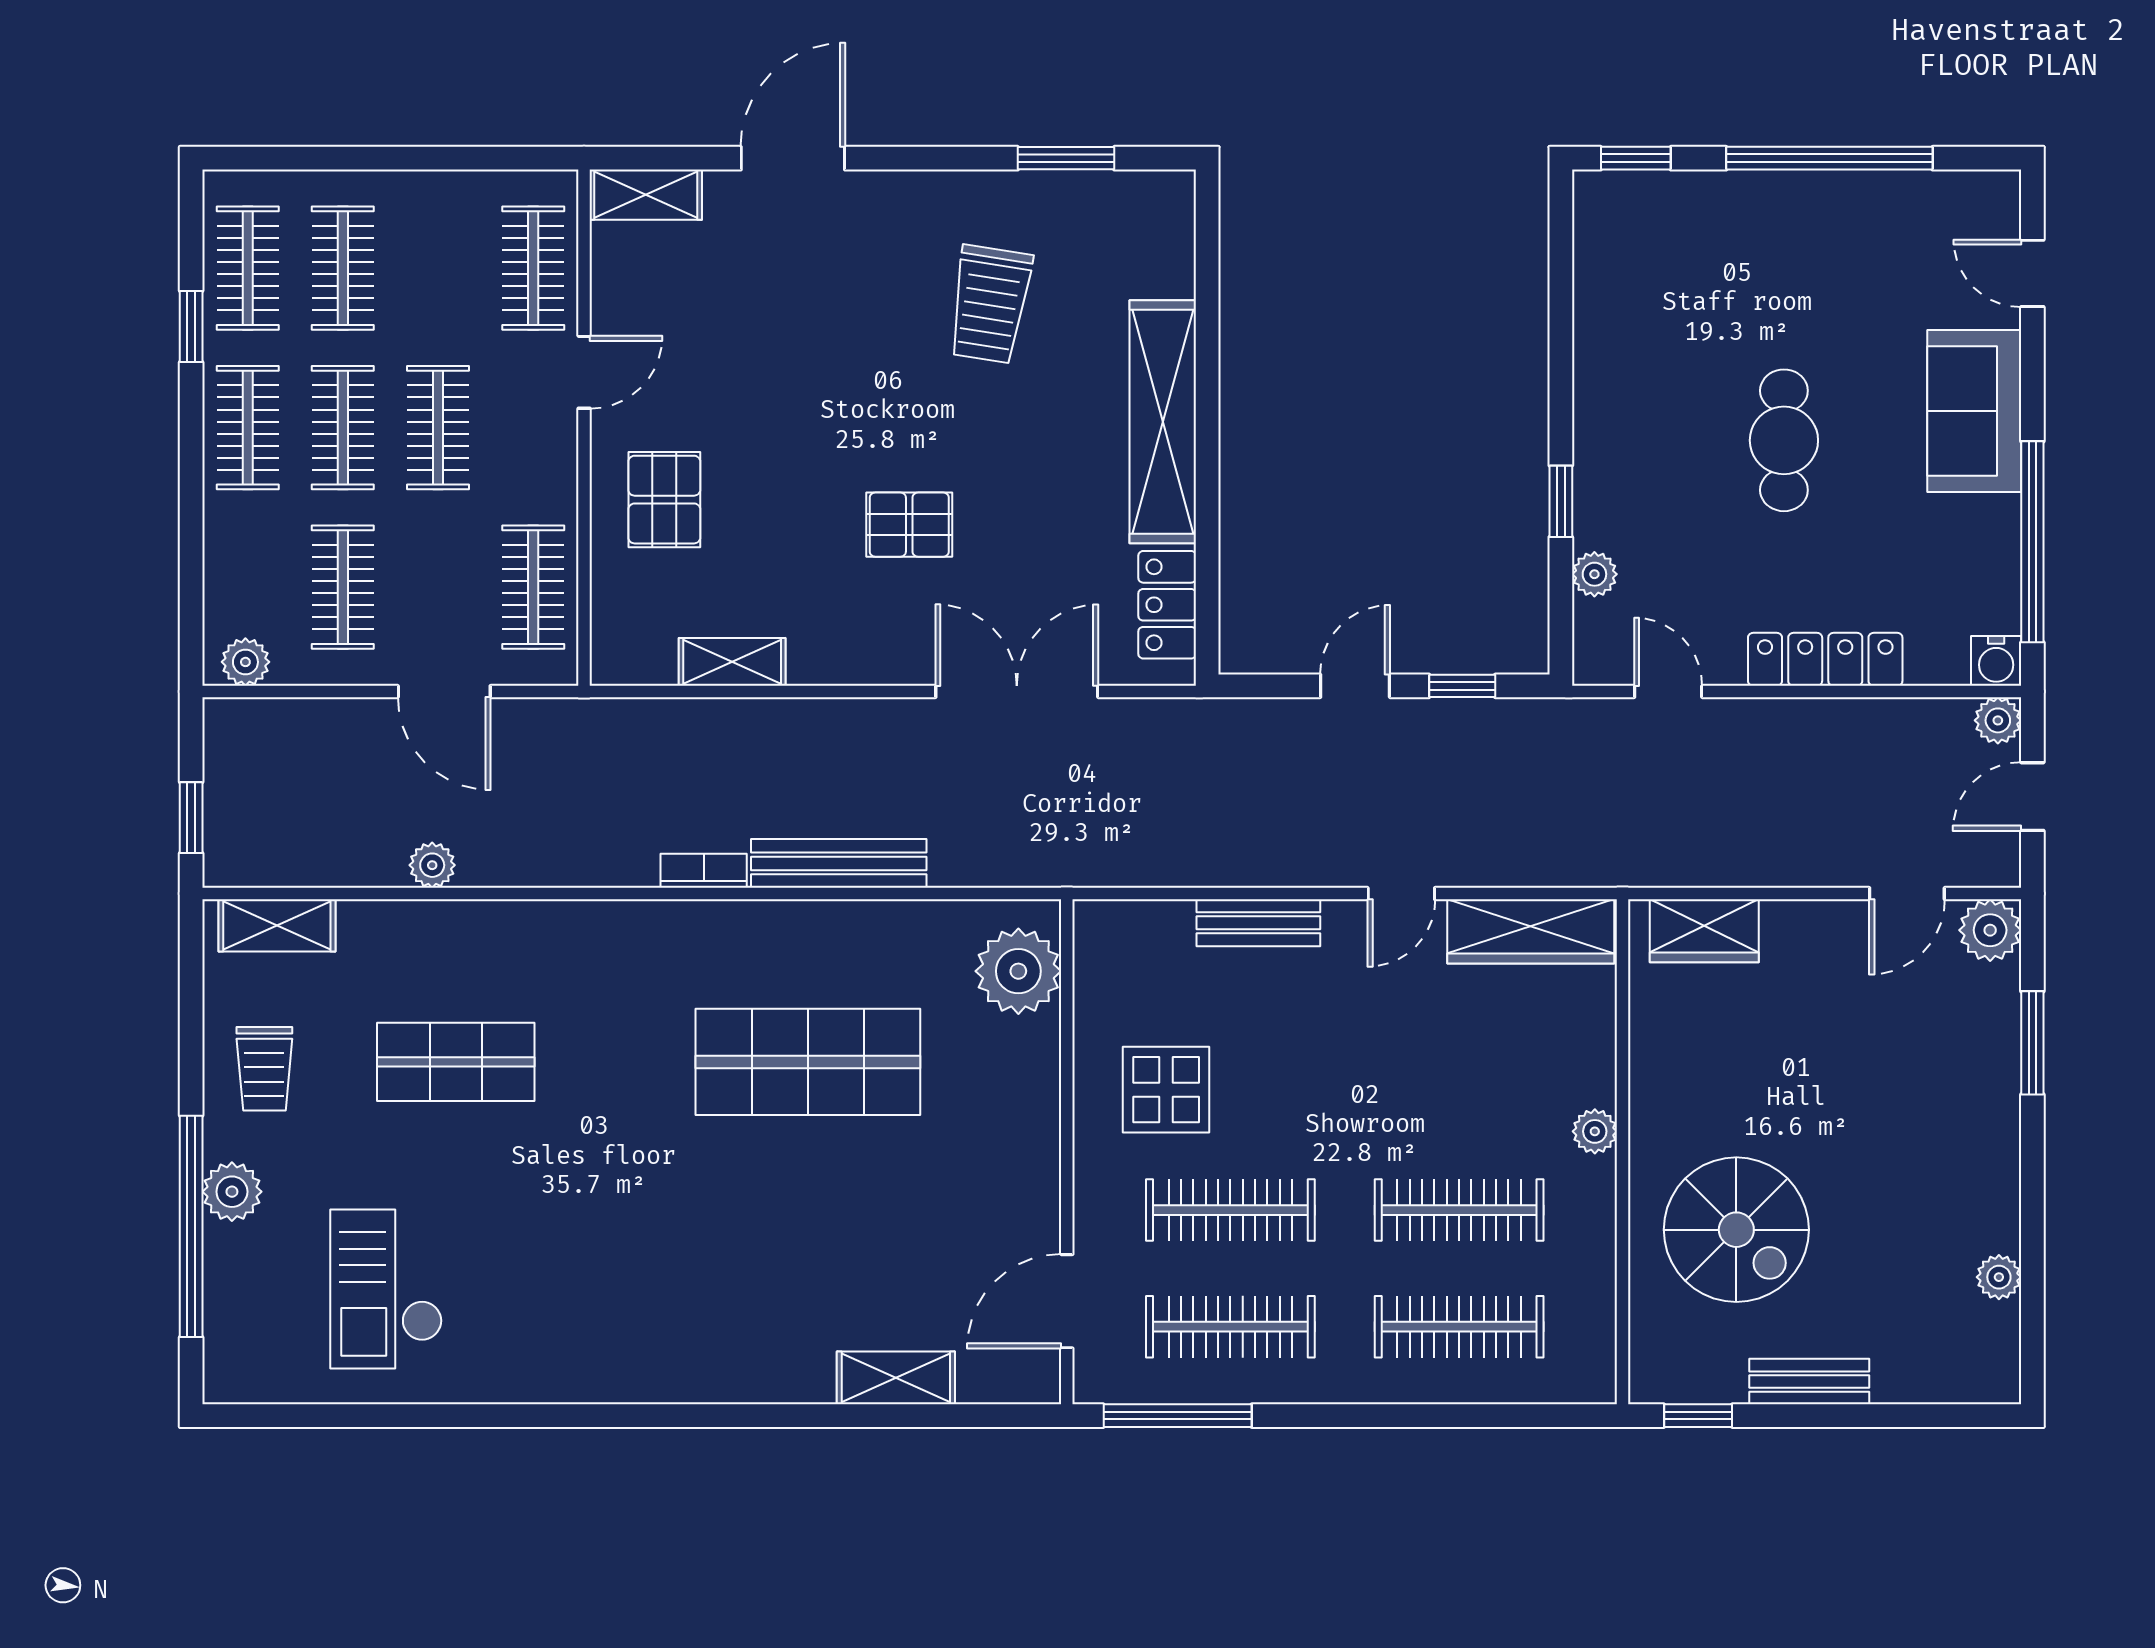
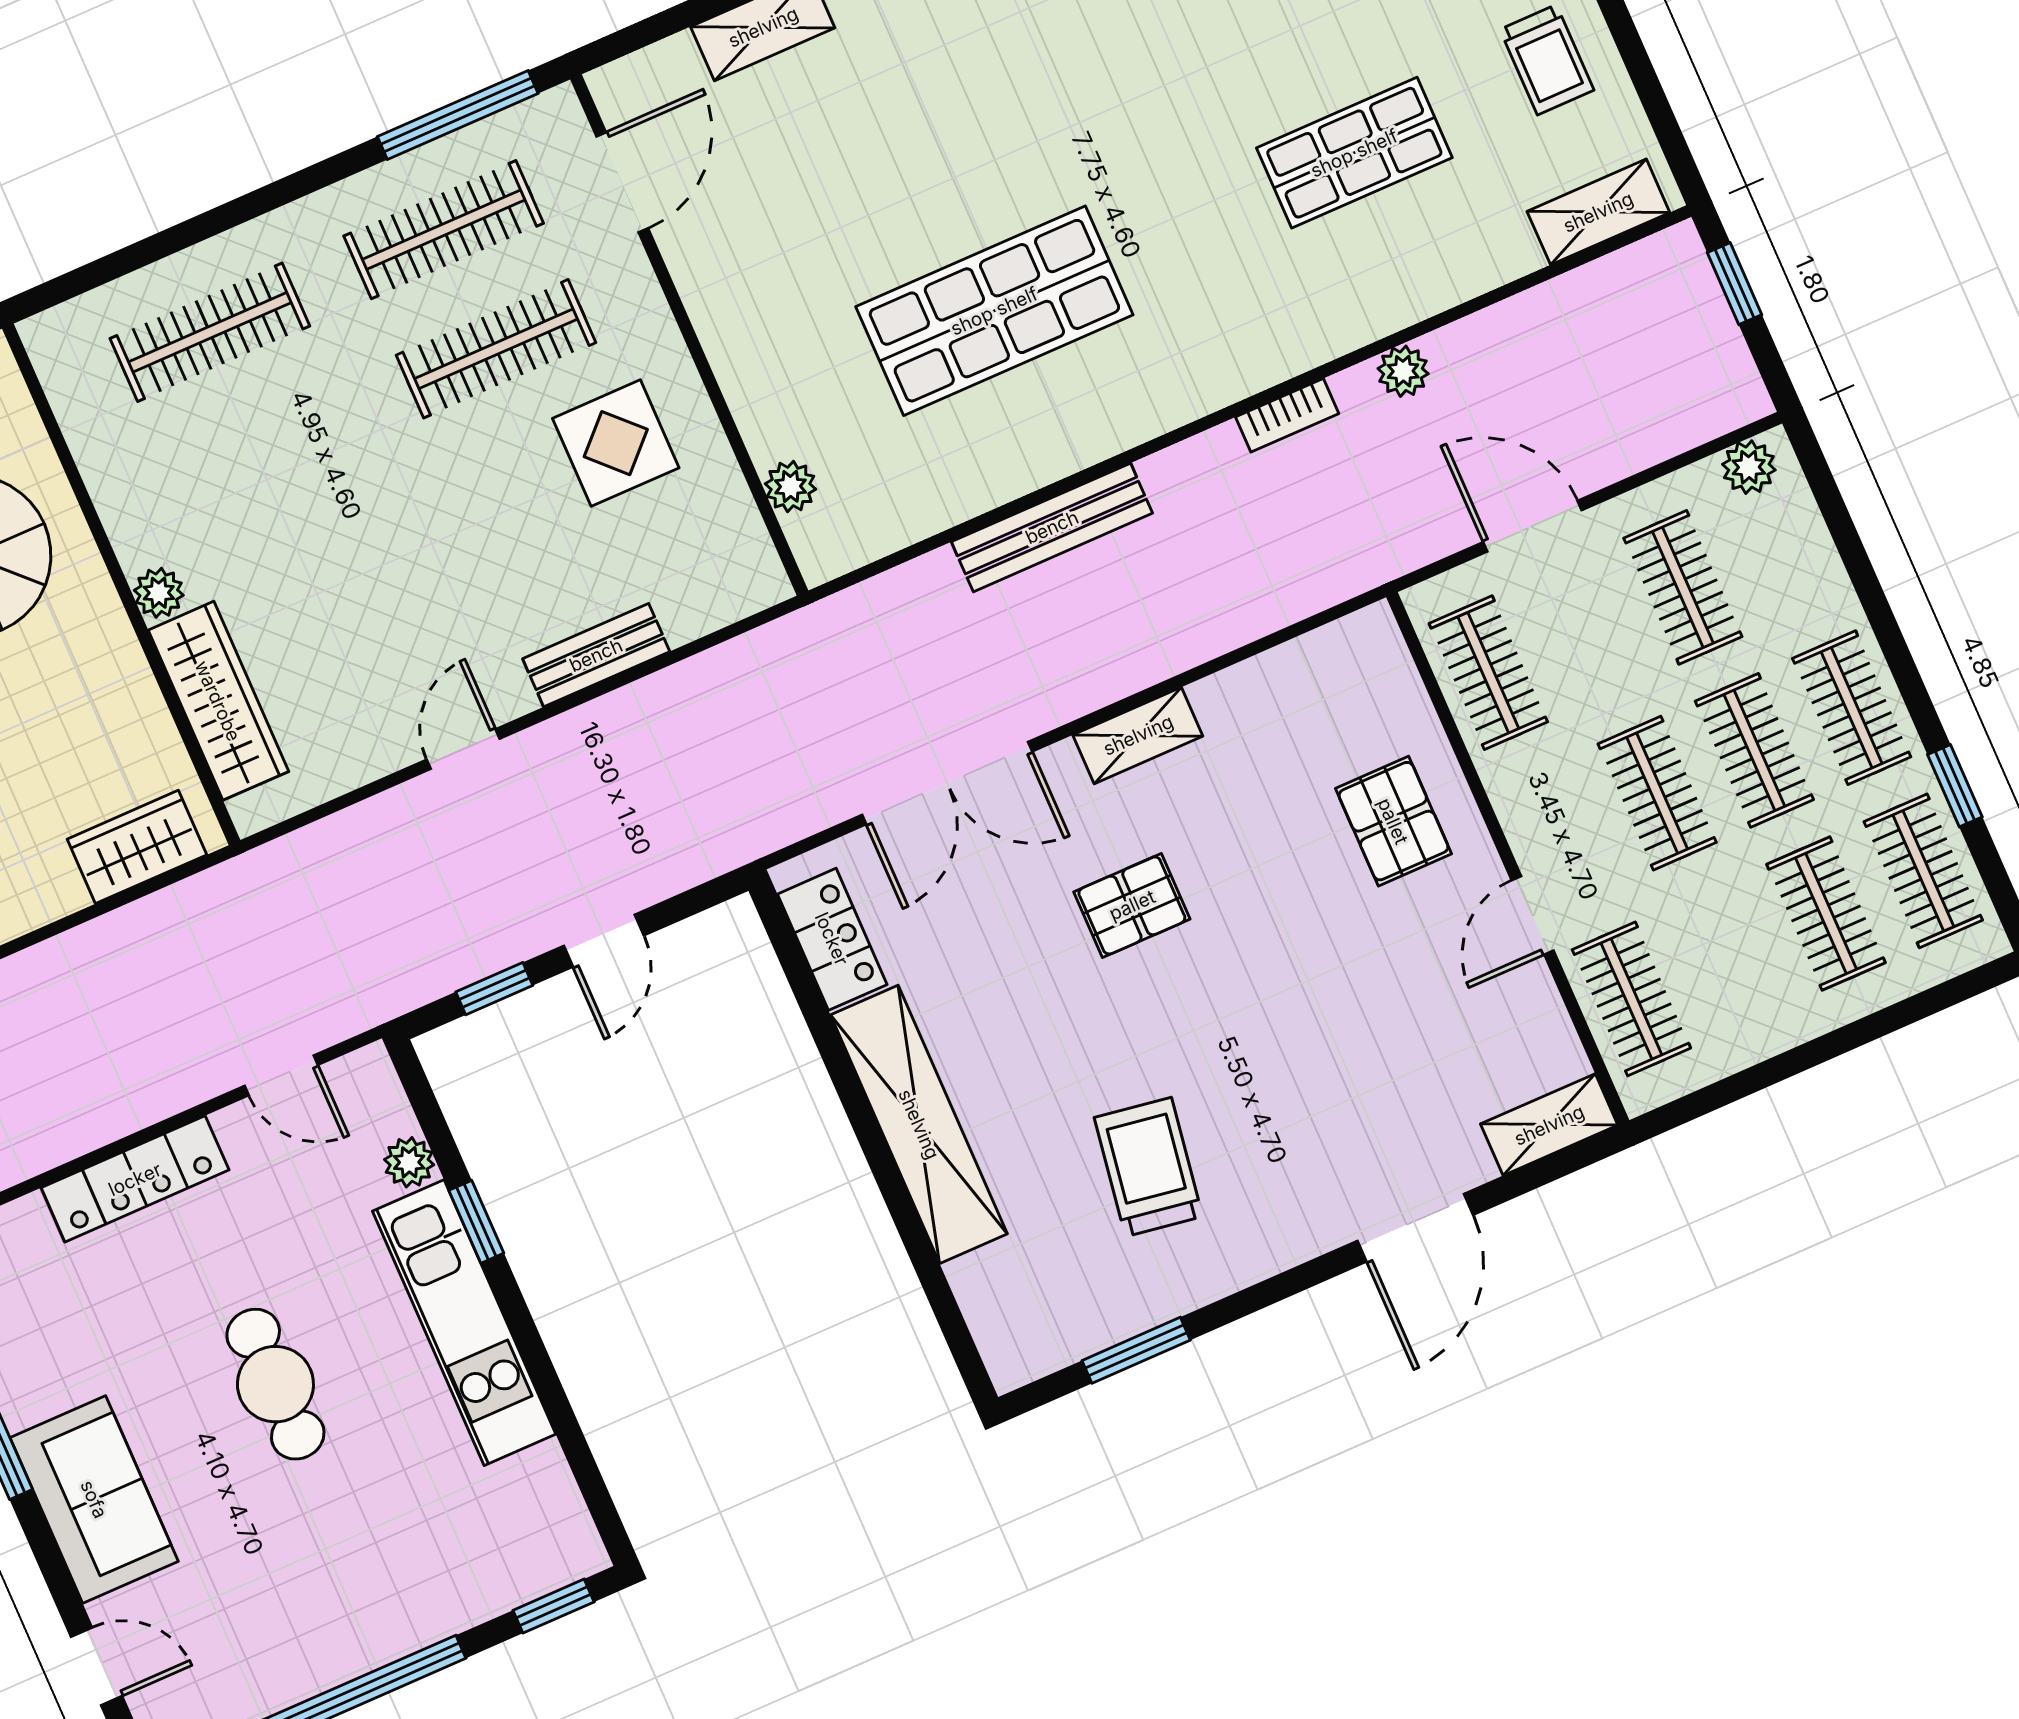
kitchen unit: (1607, 423) -> (464, 1323), added
shelving: (732, 662) -> (1138, 735), moved
plant: (432, 865) -> (1403, 371), moved
bookcase: (704, 871) -> (1287, 415), moved
wardrobe: (1531, 931) -> (218, 701), moved, turned 90
plant: (1018, 971) -> (791, 486), width x0.53, depth x0.53
trolley: (264, 1069) -> (1547, 60), turned 180
clothes rail: (1459, 1210) -> (262, 451), removed

